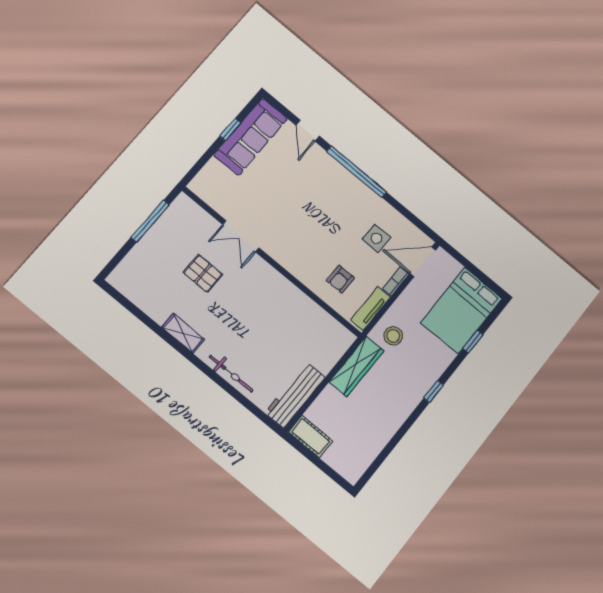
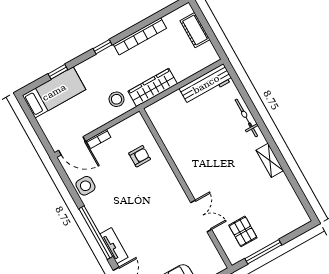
side table: (376, 238) -> (85, 186), moved
pallet: (203, 274) -> (243, 231), moved
tv unit: (370, 309) -> (114, 246), moved, turned -90
bed: (462, 310) -> (54, 92), width x0.67
bookcase: (395, 421) -> (140, 36), added
cot: (310, 437) -> (195, 30), moved

